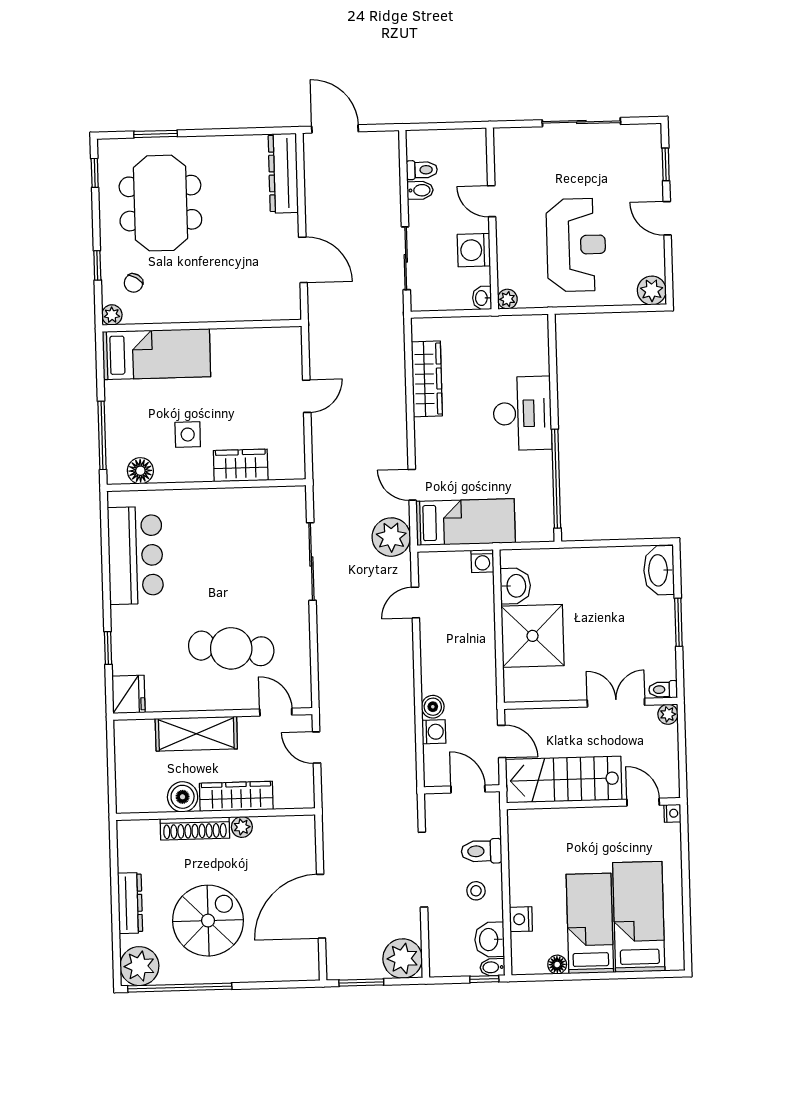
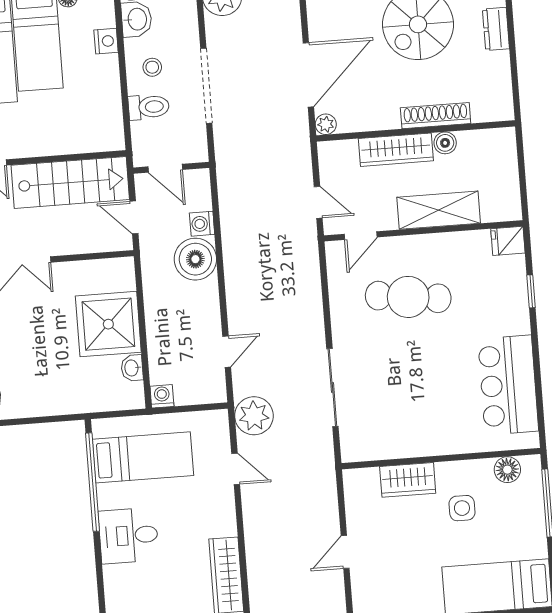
desk: (522, 413) -> (129, 536), width x0.73
bed: (465, 522) -> (143, 457), moved, turned 180
washbasin: (515, 586) -> (132, 368), width x0.72, depth x0.69
fridge: (128, 694) -> (508, 241), width x0.72
boiler: (433, 707) -> (195, 259), width x1.86, depth x1.86
door: (276, 712) -> (361, 236), hinge flipped
boiler: (183, 797) -> (445, 143), width x0.73, depth x0.73
plant: (242, 827) -> (326, 124), moved
dresser: (130, 903) -> (496, 29), width x0.70
door: (321, 906) -> (308, 75), moved

